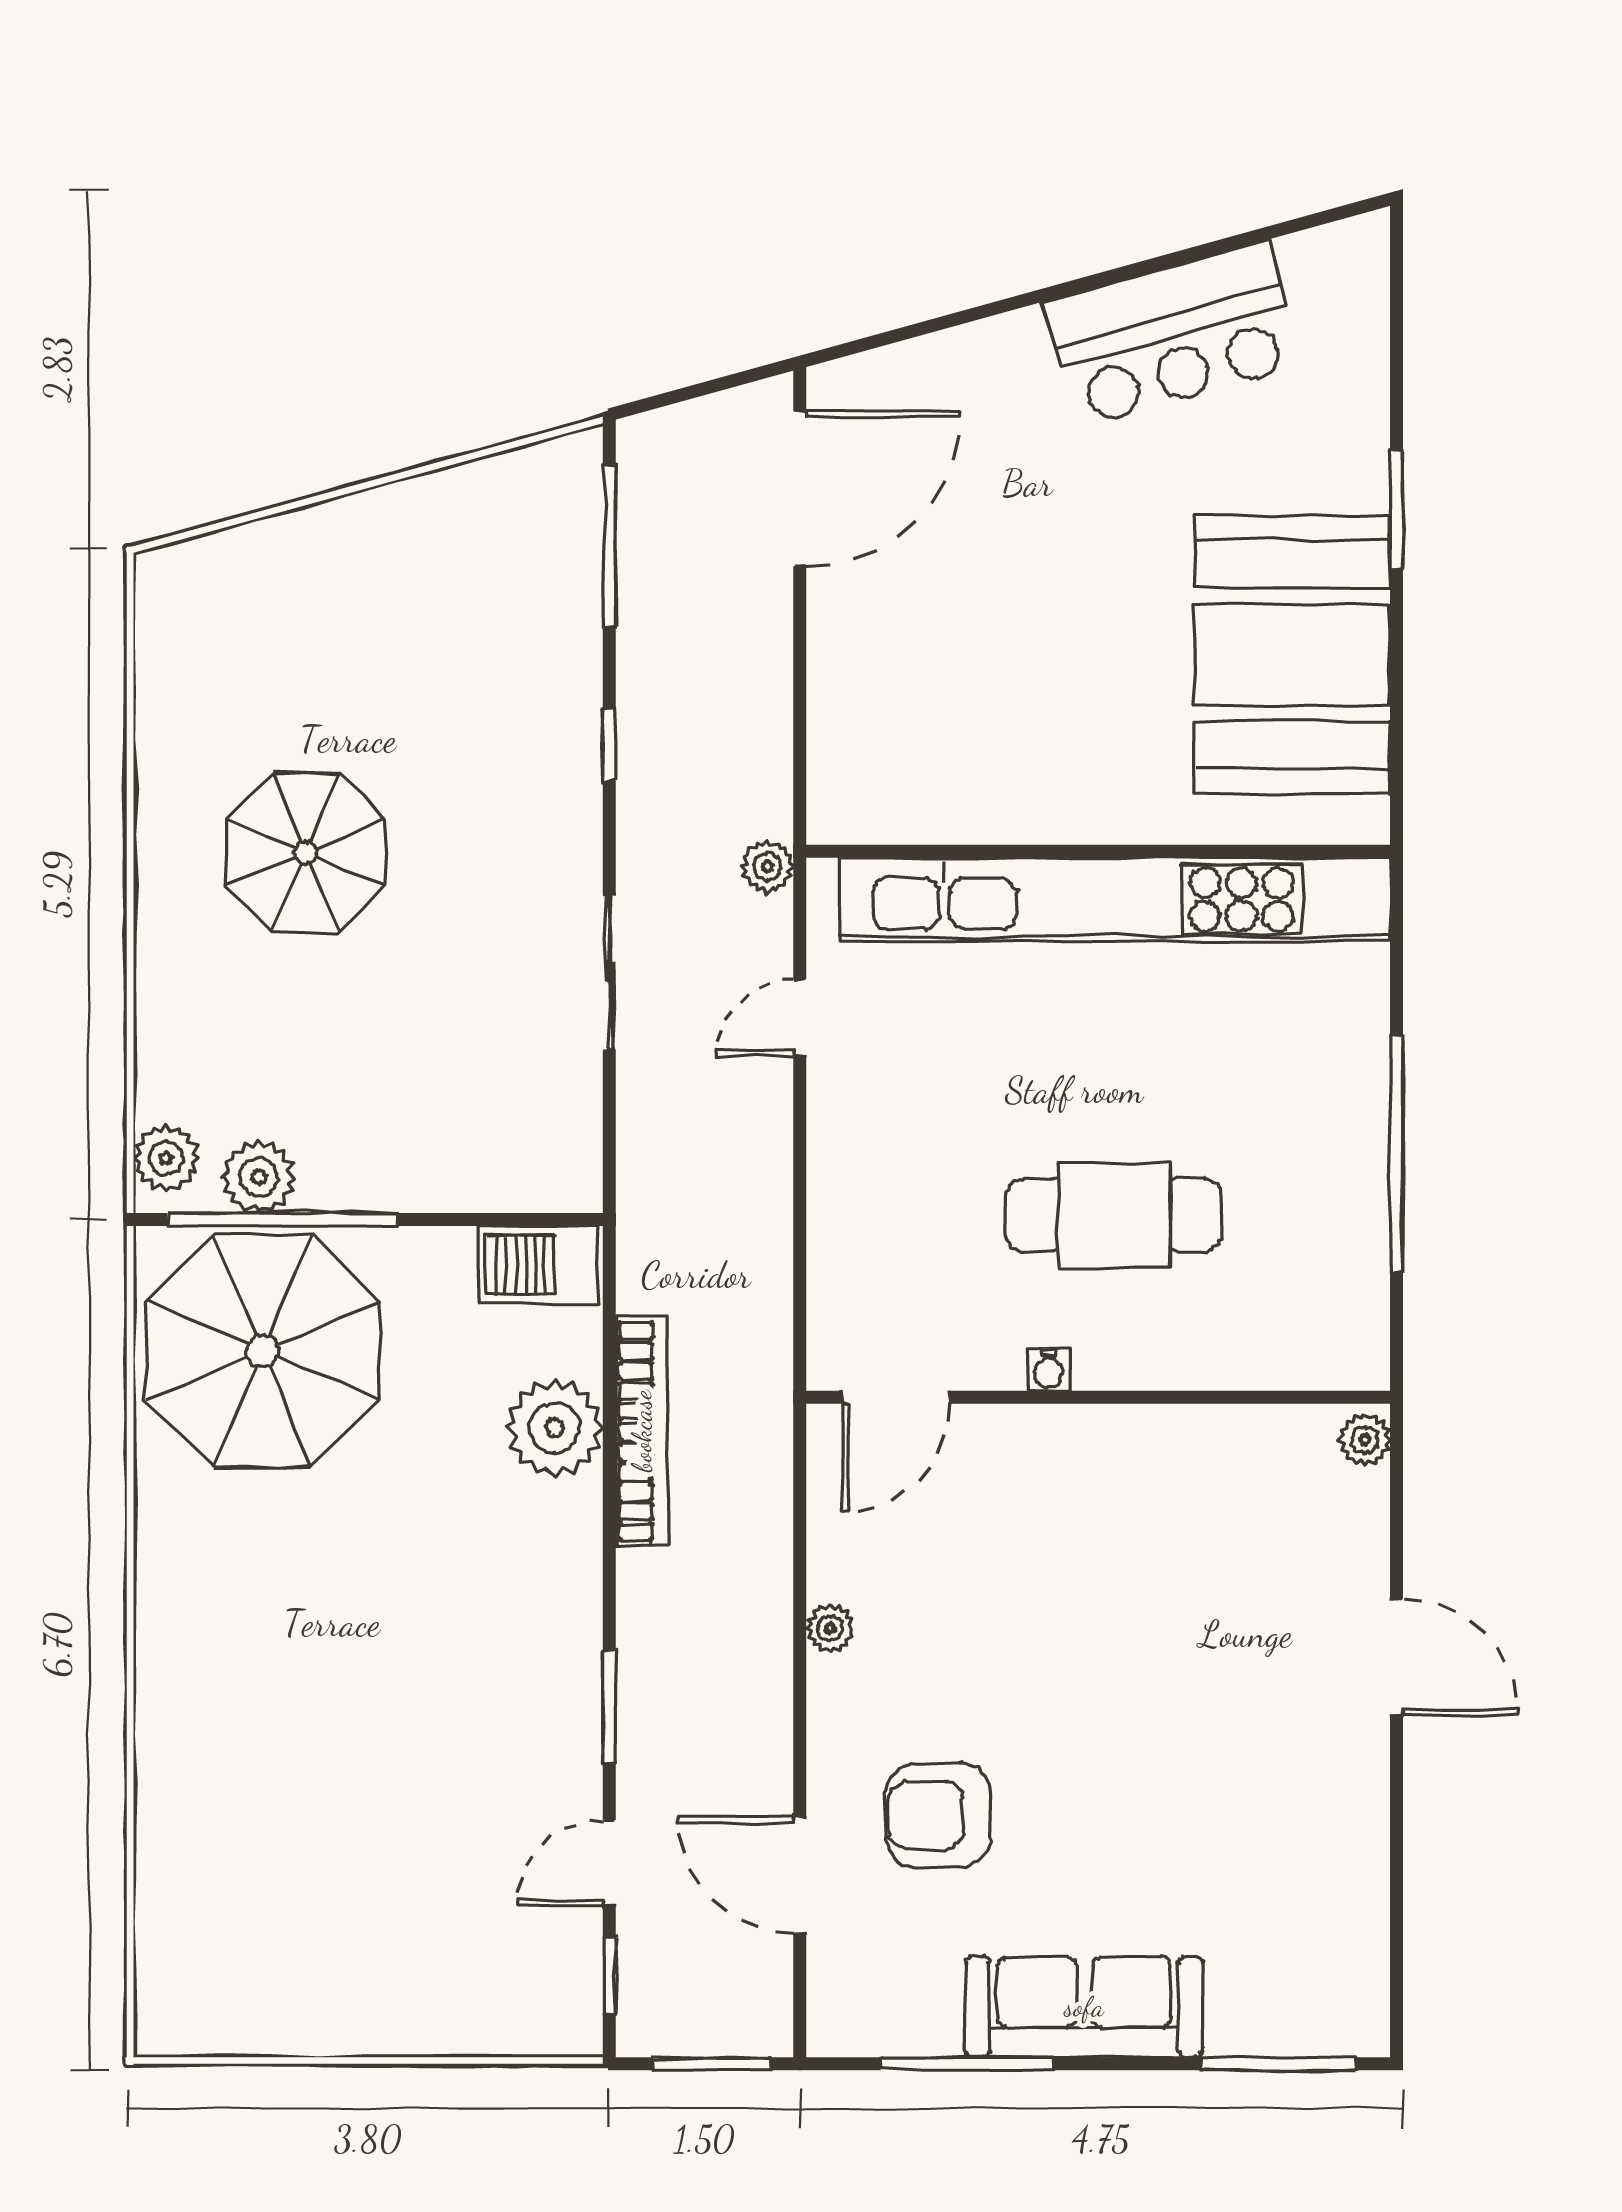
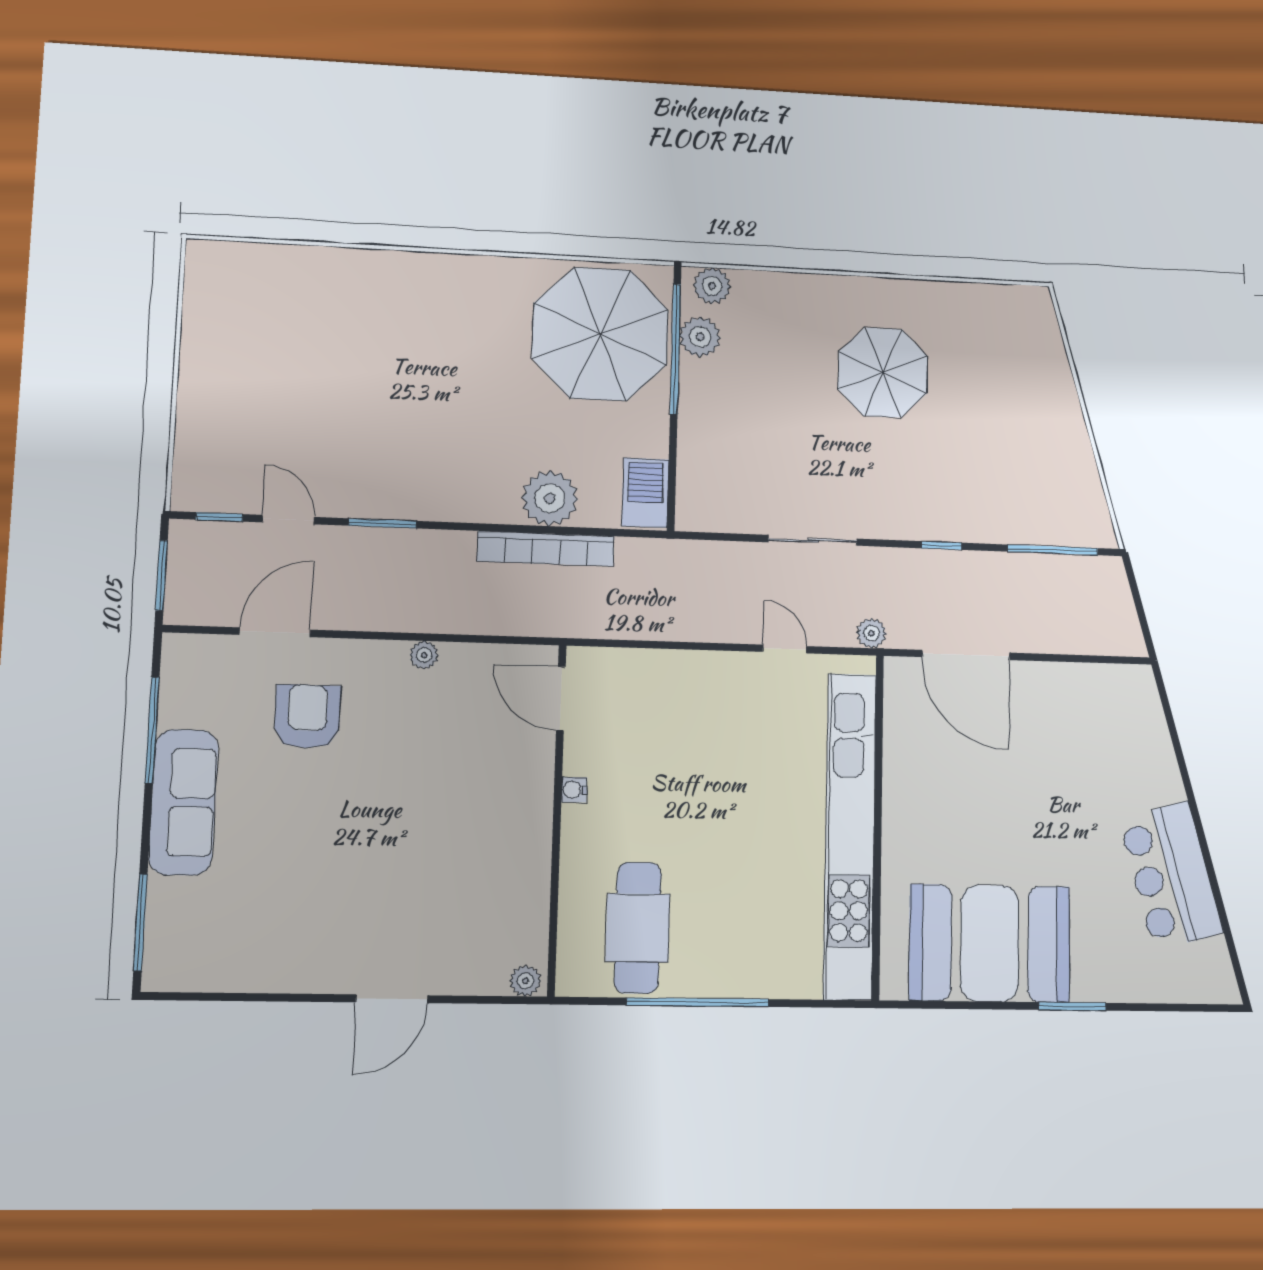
door: (800, 489) -> (966, 655), moved
cafe table: (1114, 1215) -> (638, 928), moved

